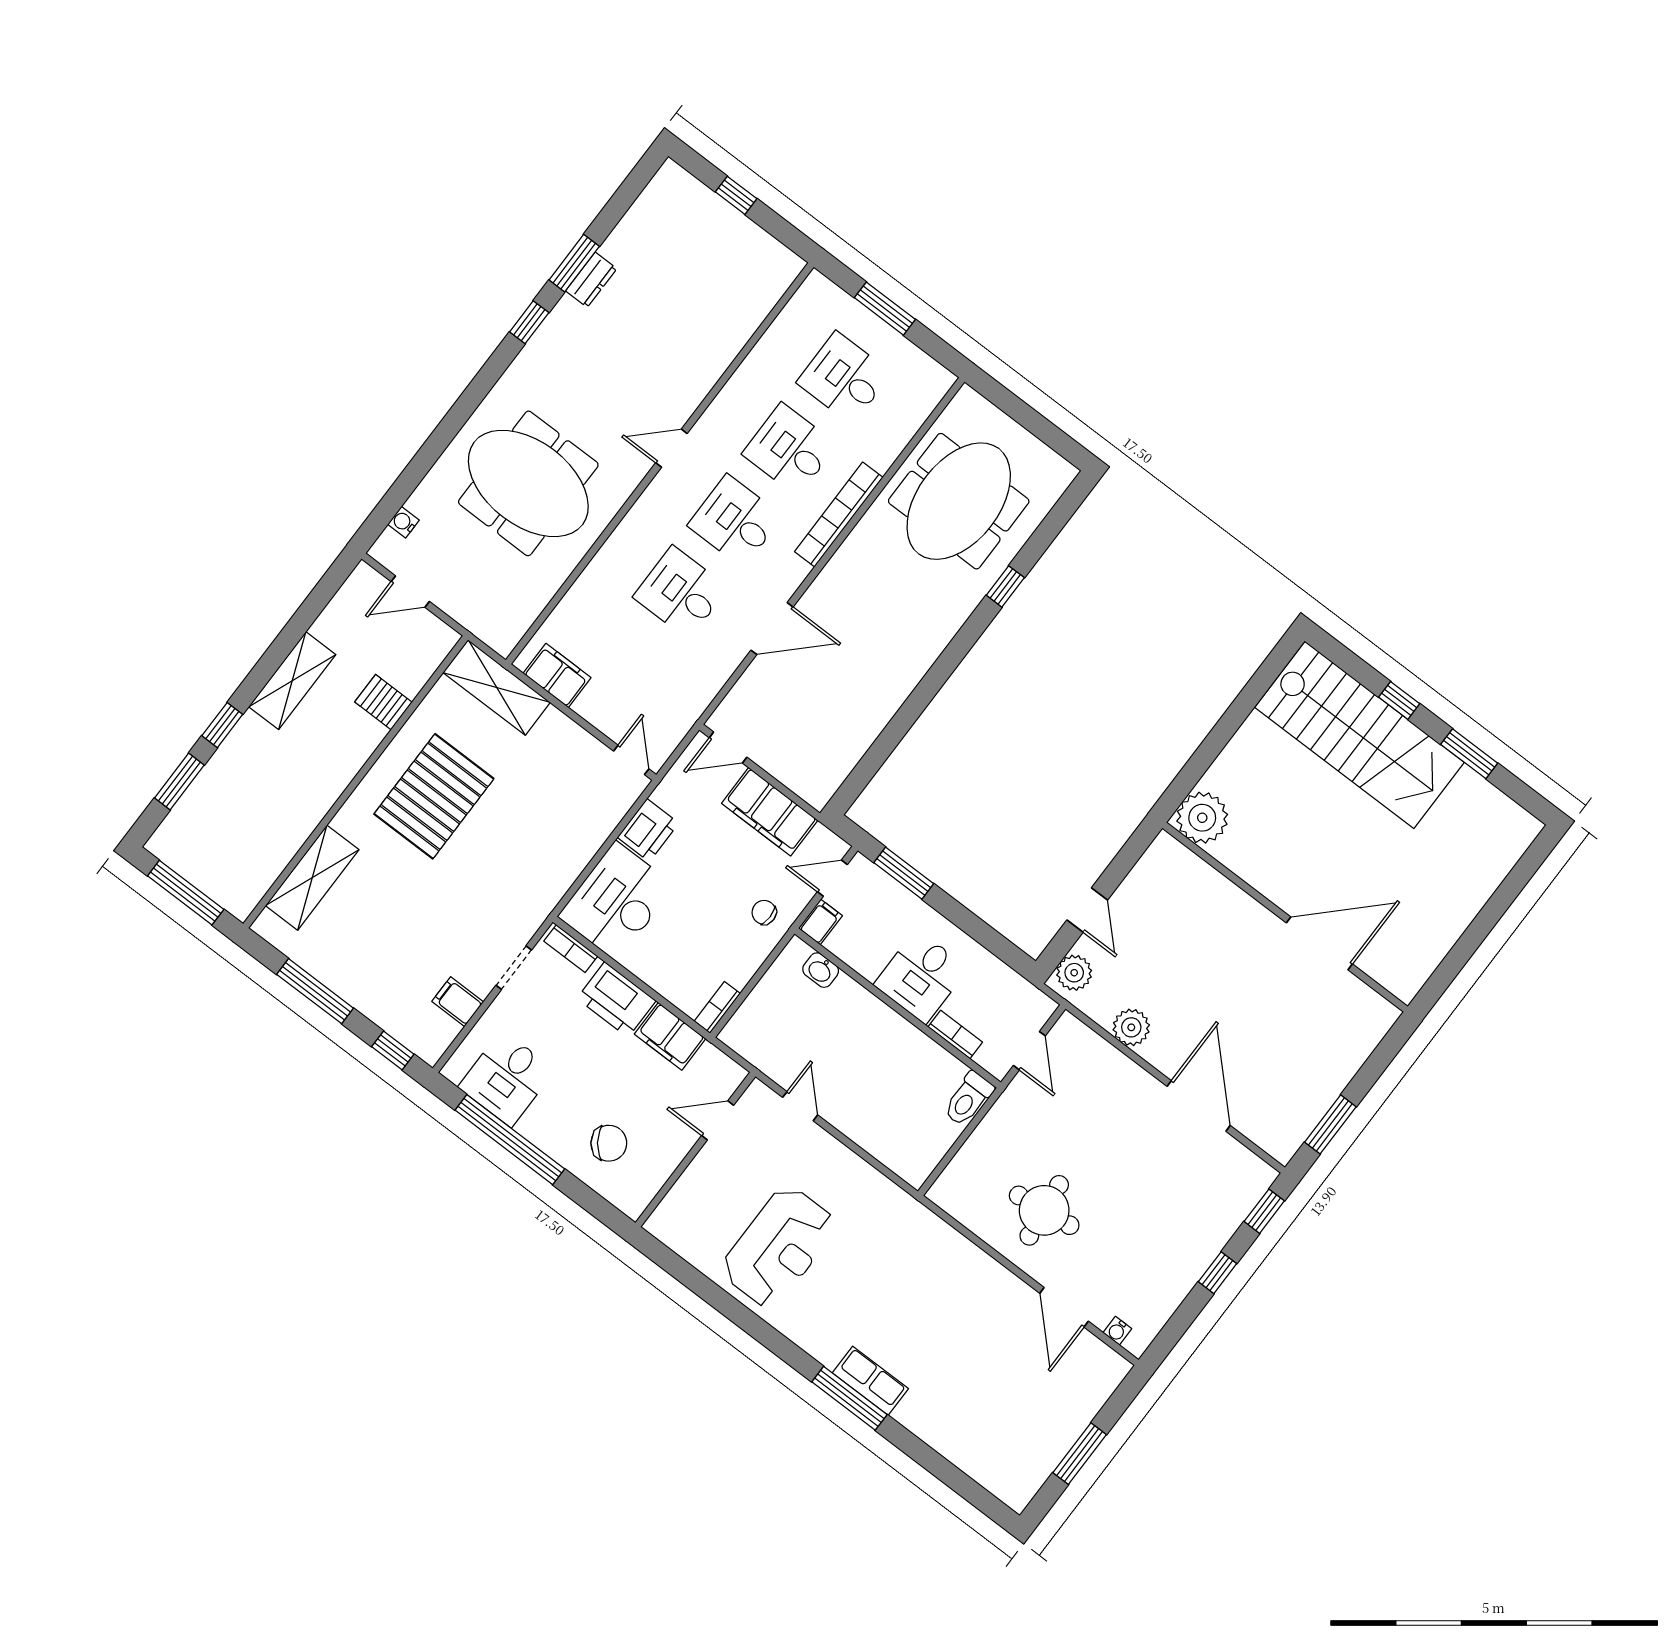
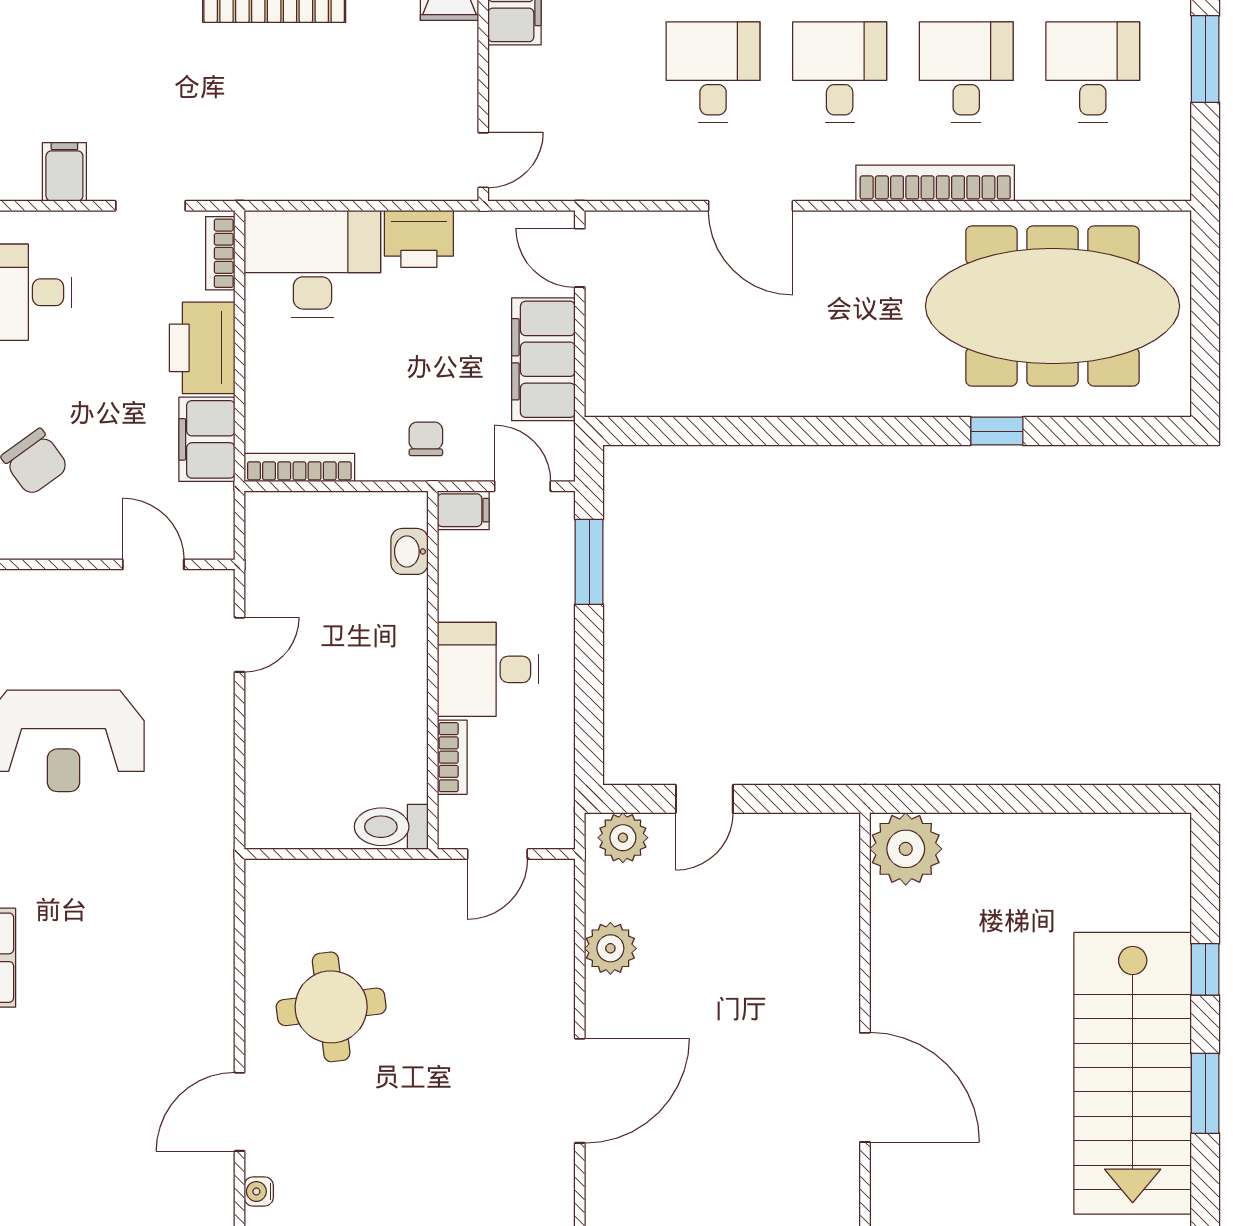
meeting table: (959, 501) -> (1052, 306), width x1.36
stairs: (1359, 735) -> (1133, 1073), moved
bookcase: (717, 1007) -> (299, 467), width x1.56

